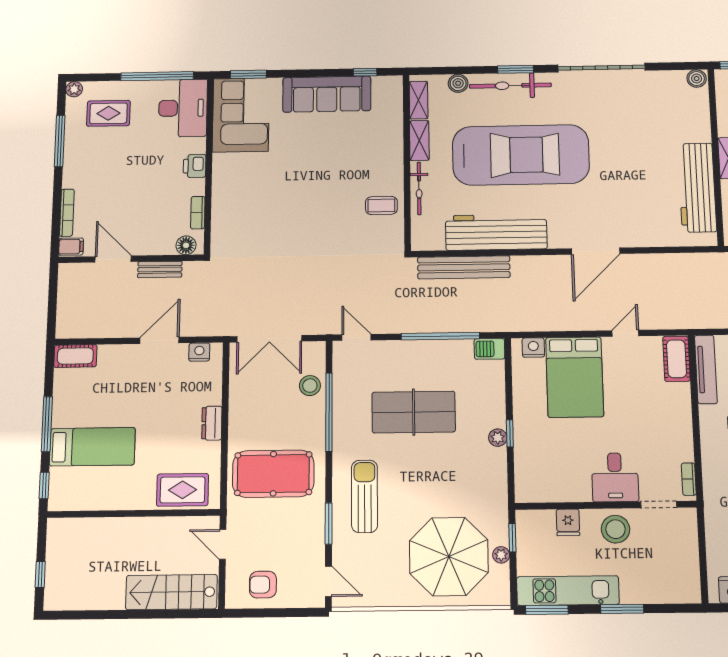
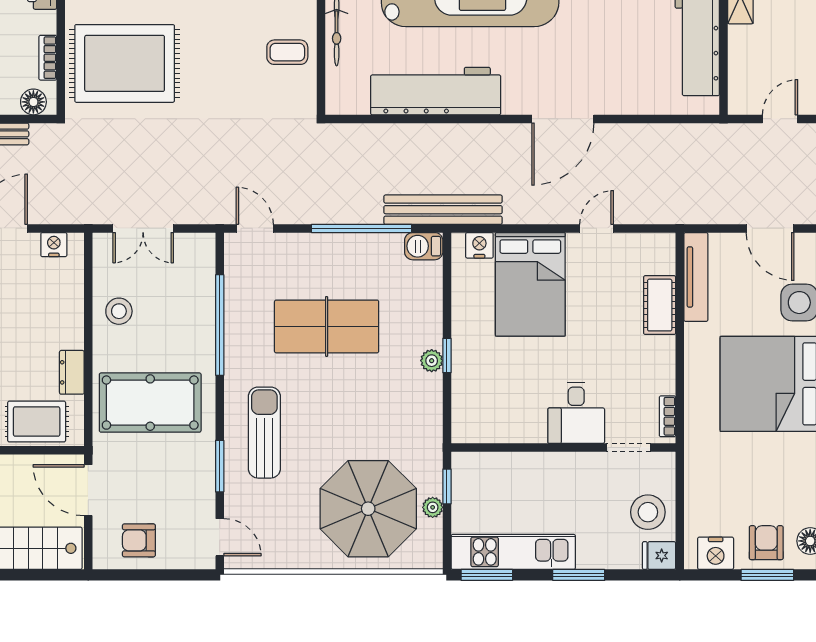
rug: (256, 216) -> (125, 63), added
bench: (464, 267) -> (443, 210), moved
double door: (269, 339) -> (143, 228), width x0.73
cot: (676, 359) -> (660, 305), moved
stool: (310, 386) -> (119, 311), moved
dresser: (212, 423) -> (72, 372), moved
fridge: (568, 522) -> (659, 556), moved, turned 90
stool: (615, 529) -> (648, 512), moved
door: (223, 544) -> (88, 490), width x1.38

